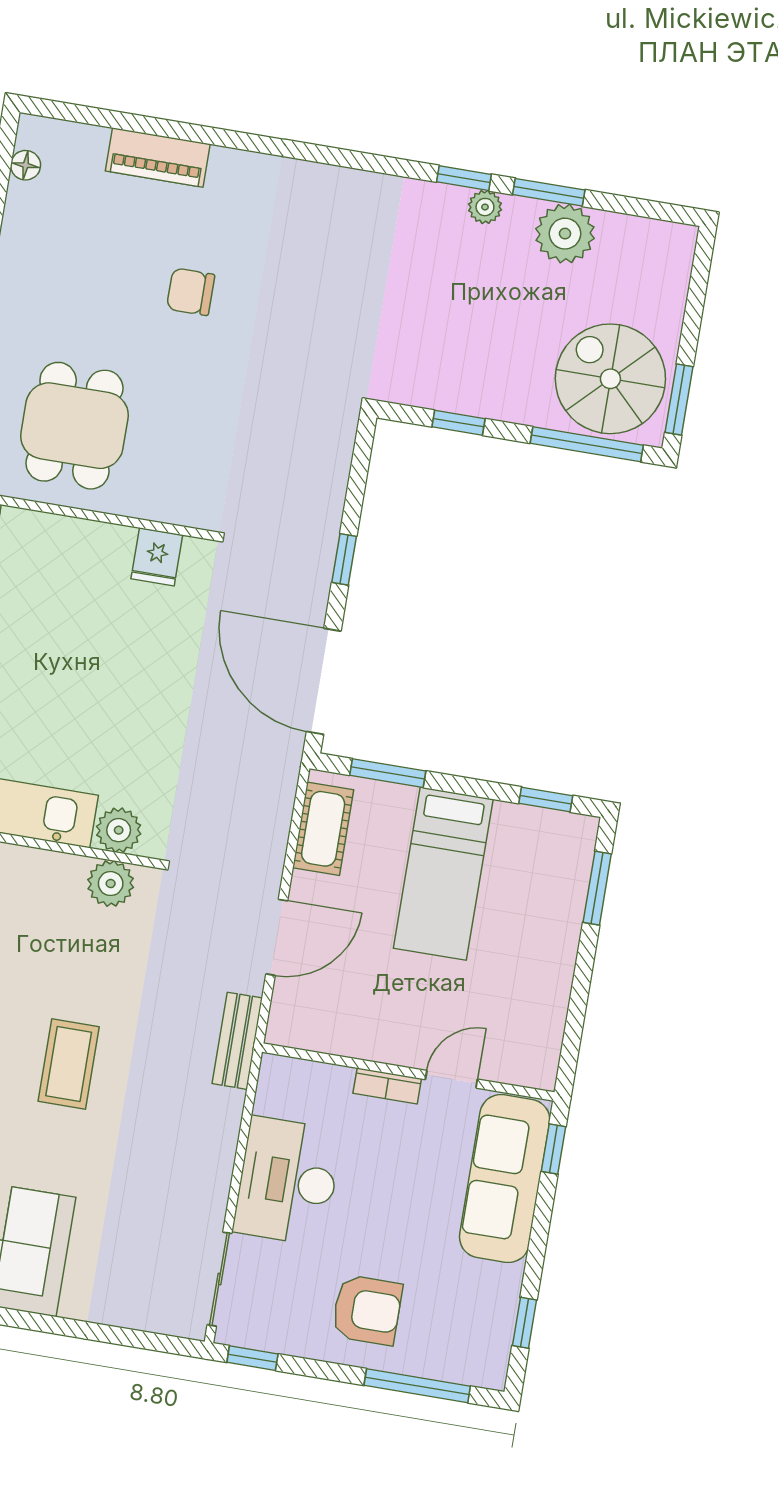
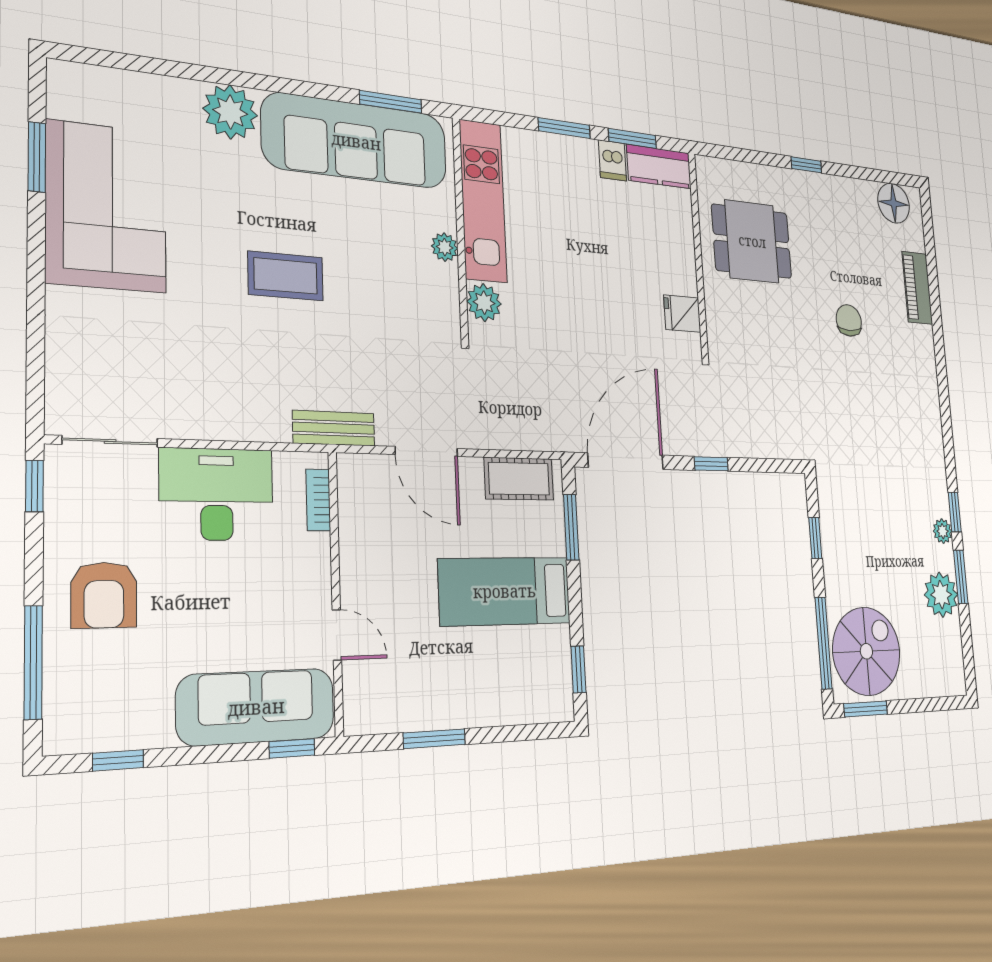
floor lamp: (26, 165) -> (894, 203), width x1.89, depth x1.89
plant: (111, 884) -> (445, 247), moved, width x0.73, depth x0.73
window: (597, 888) -> (434, 739), moved
bookcase: (387, 1086) -> (318, 500), moved

